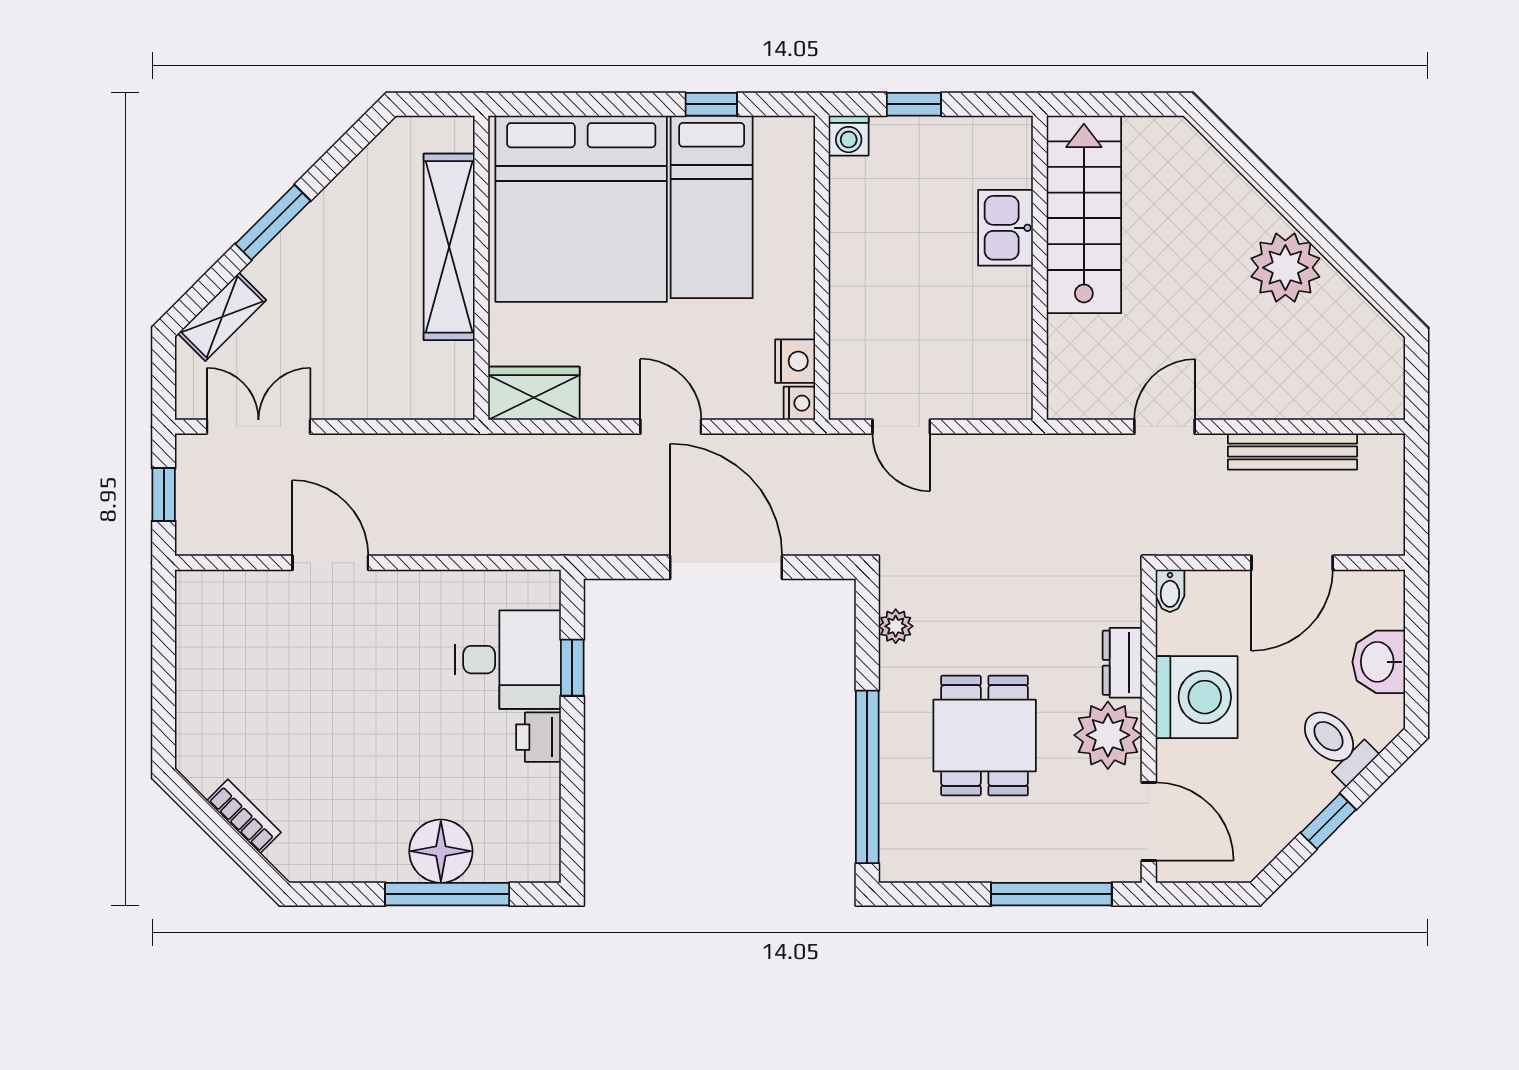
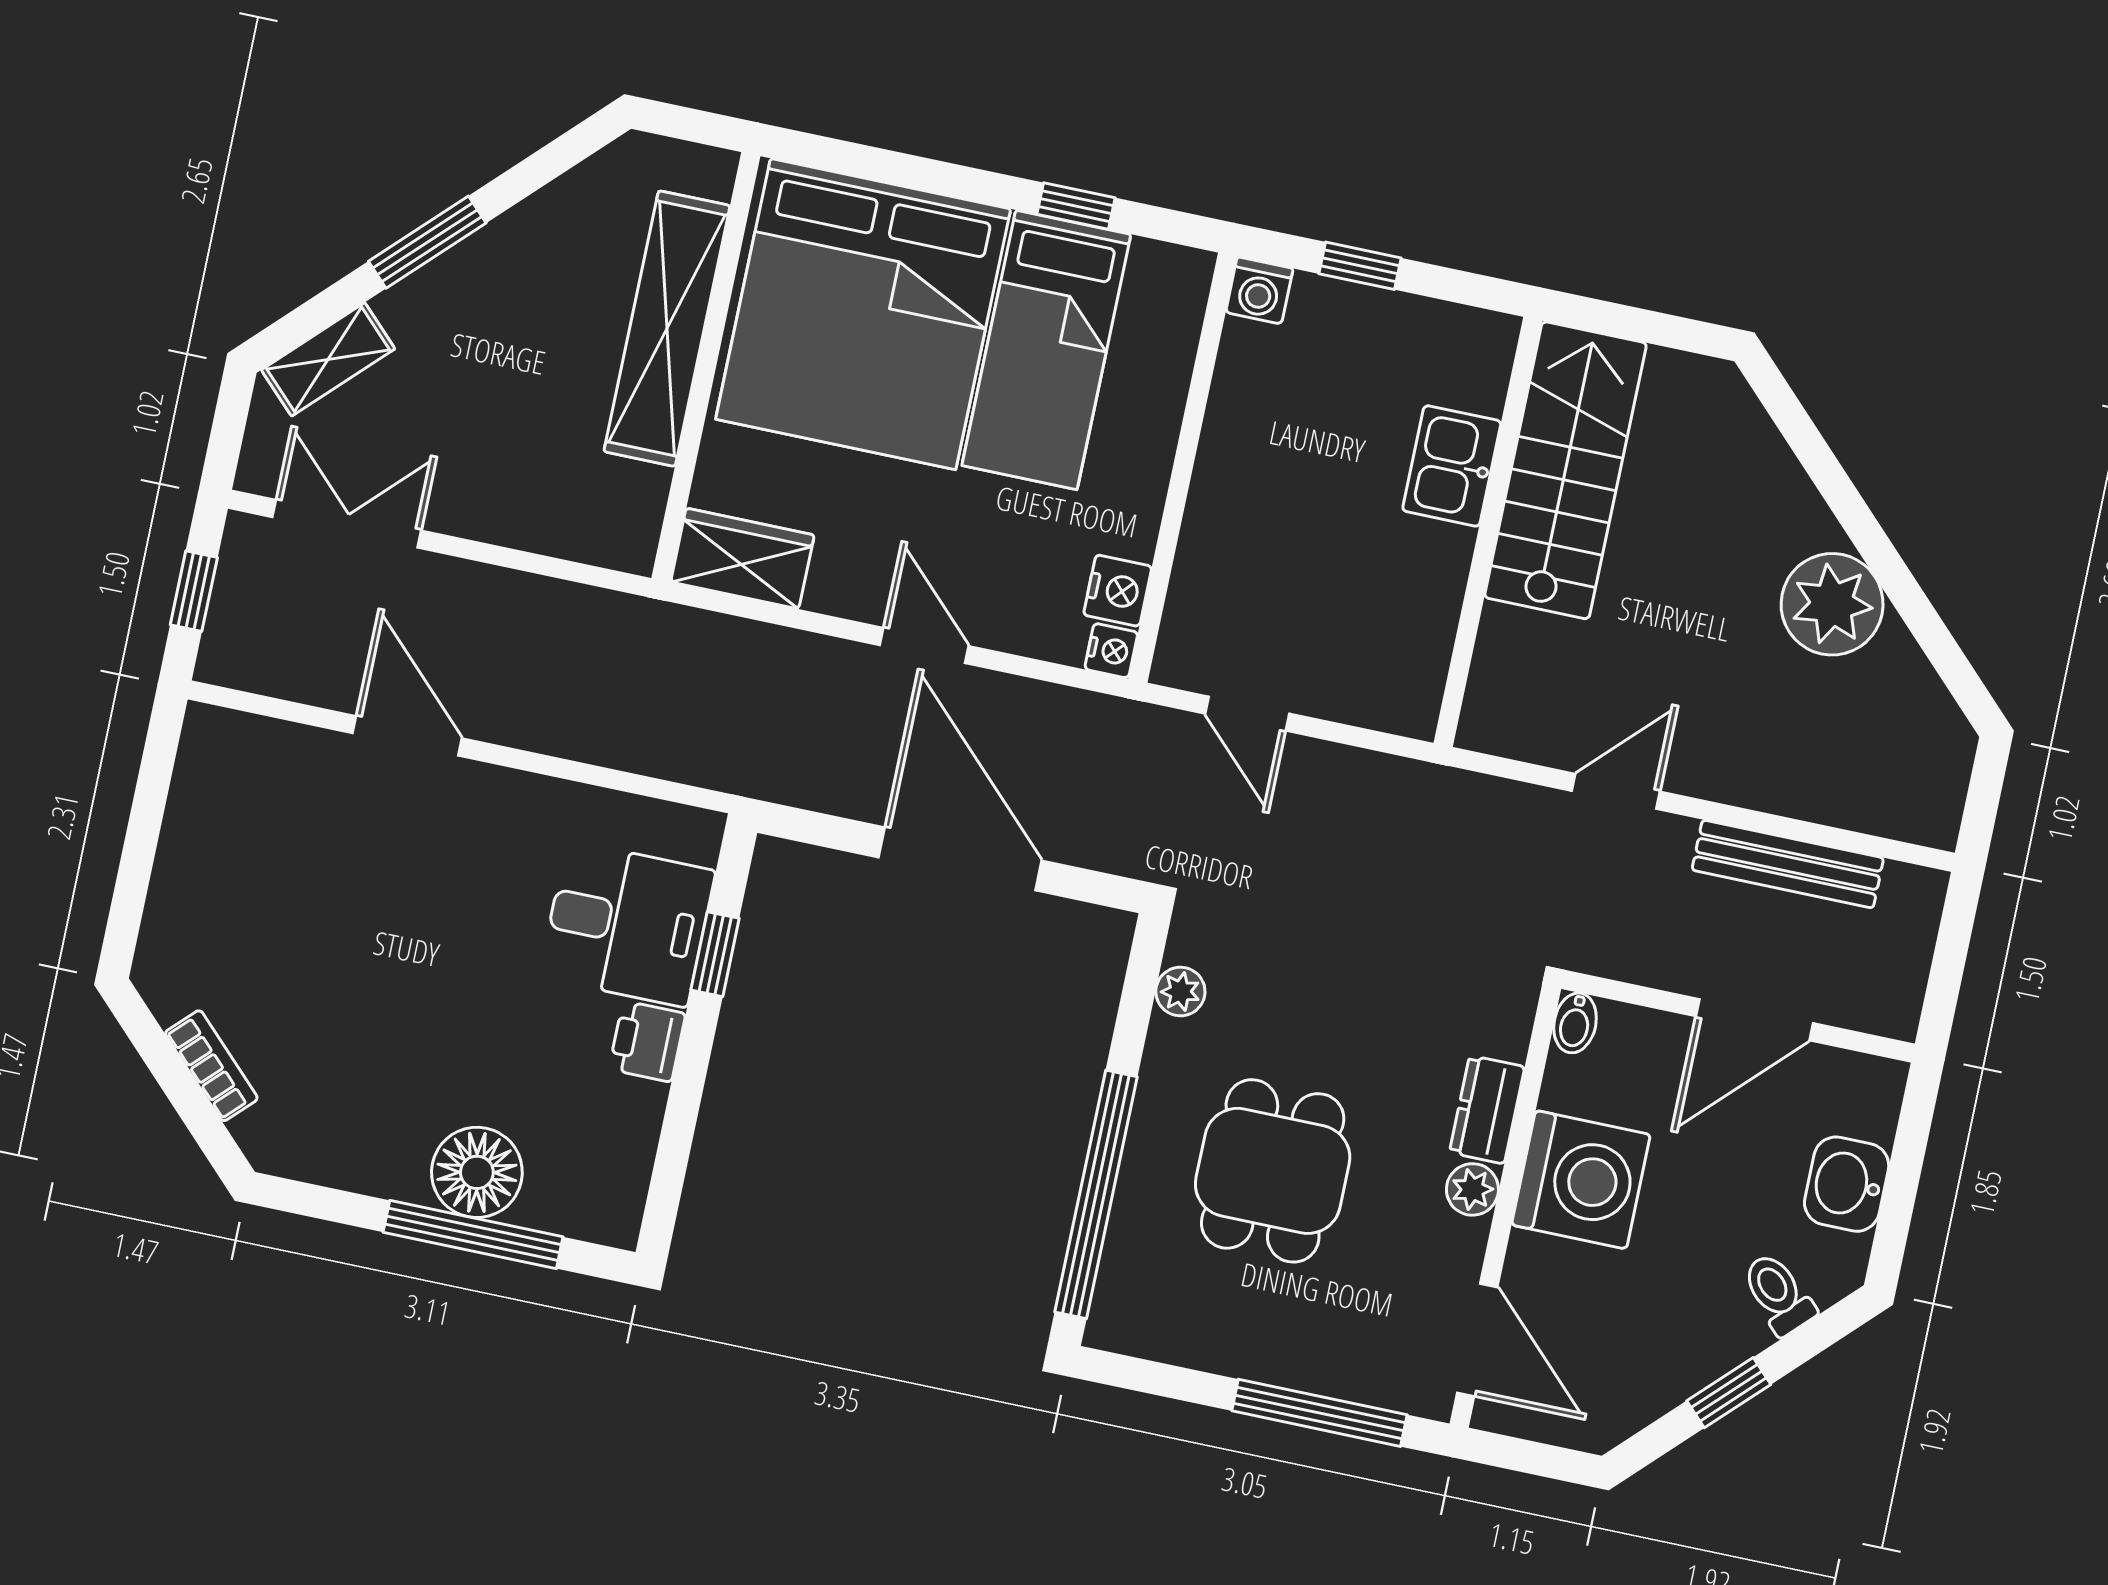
plant: (1108, 735) -> (1472, 1189), width x0.53, depth x0.53
toilet: (1336, 744) -> (1778, 1294), width x0.73, depth x0.72

